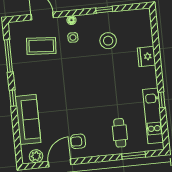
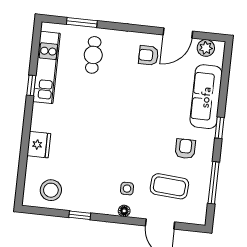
stool: (108, 41) -> (51, 190), moved
armchair: (35, 77) -> (185, 149), added
armchair: (78, 141) -> (148, 55), turned 180

